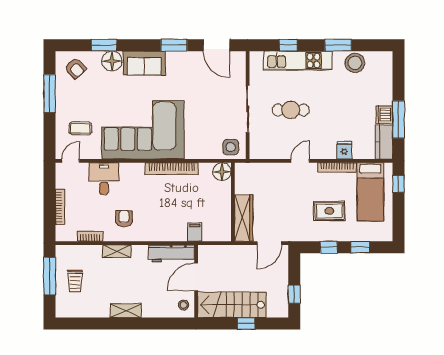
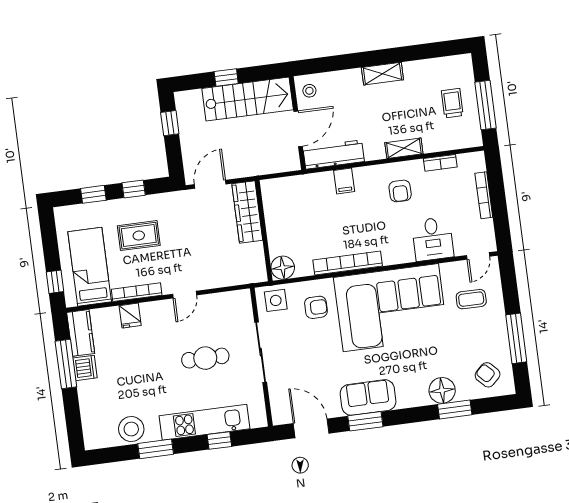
sofa: (144, 63) -> (368, 397), moved
armchair: (200, 138) -> (316, 307), added
filing cabinet: (195, 232) -> (344, 181), moved

